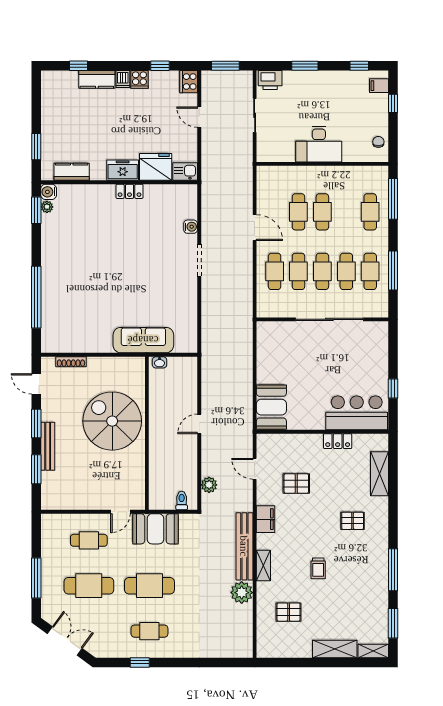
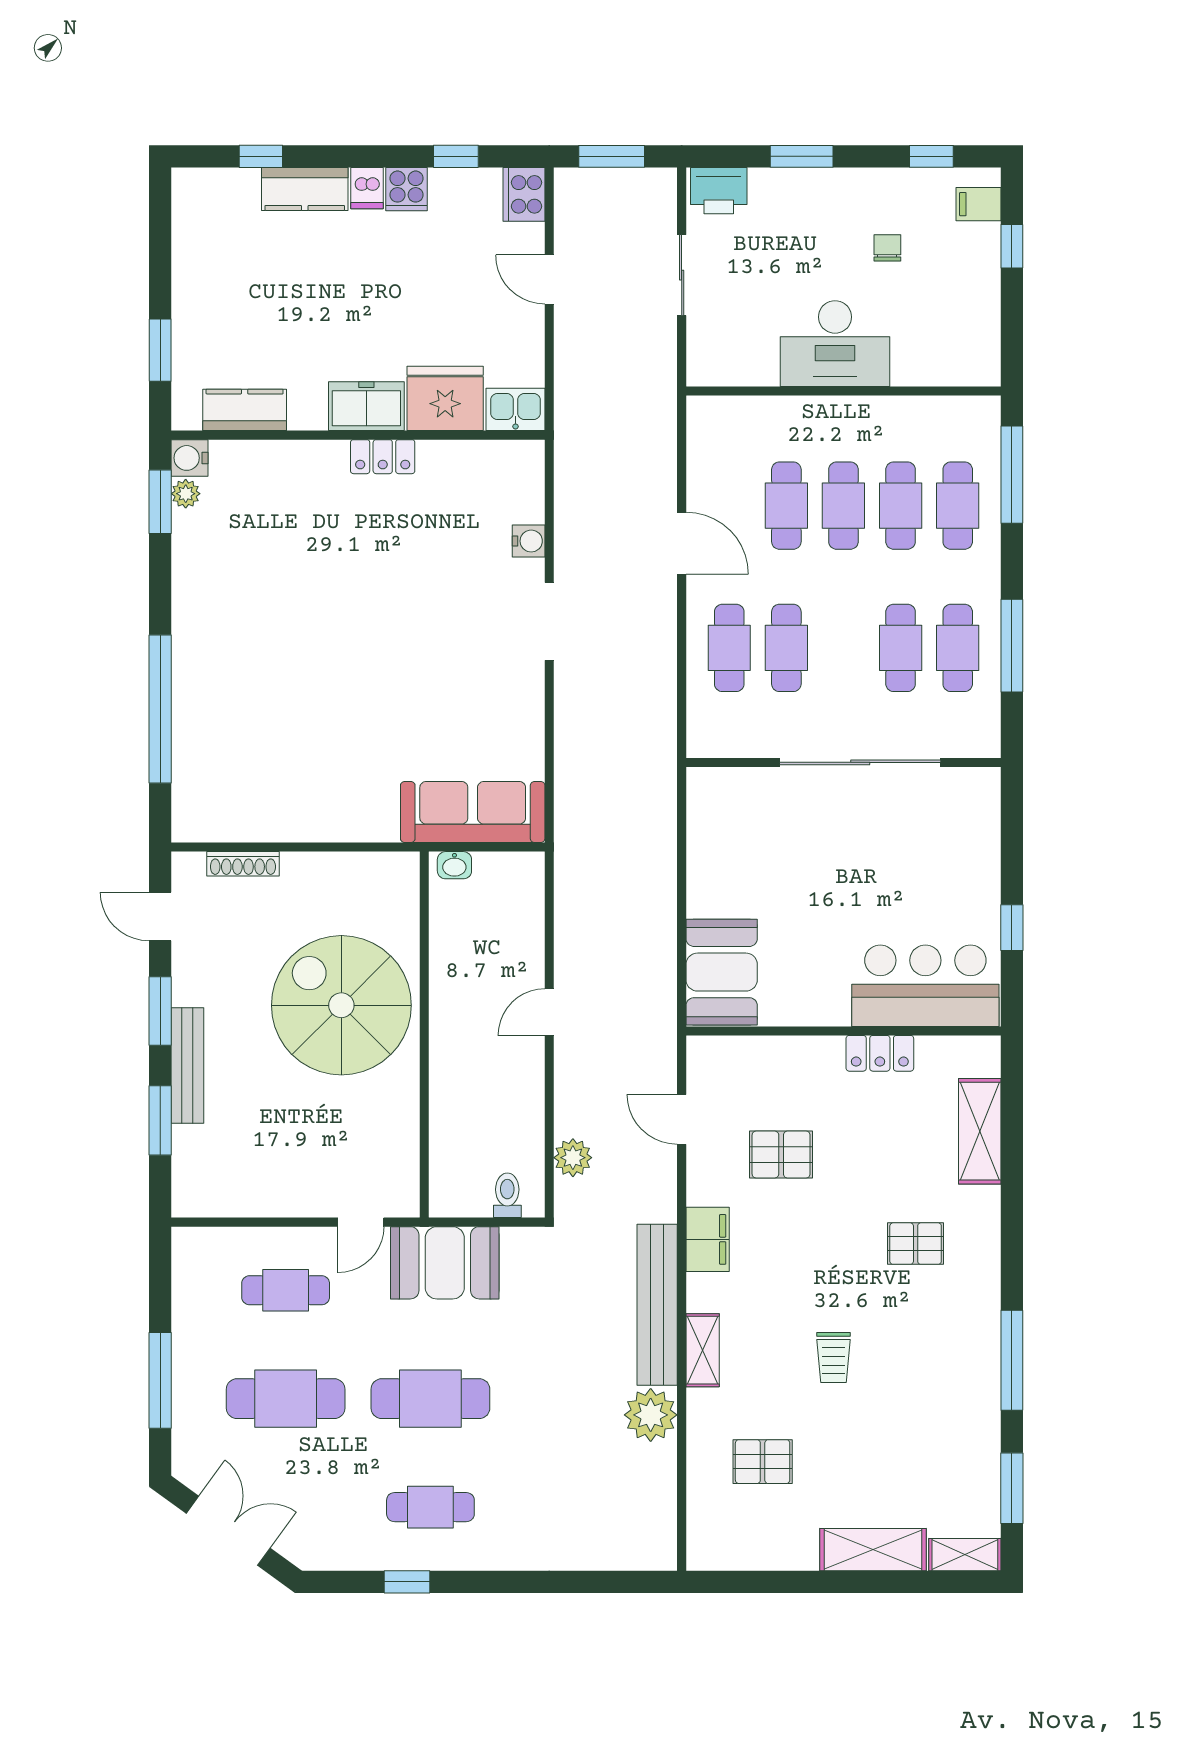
chair: (378, 142) -> (887, 248), moved
cafe table: (322, 271) -> (901, 506), moved
sofa: (143, 340) -> (473, 812), moved

